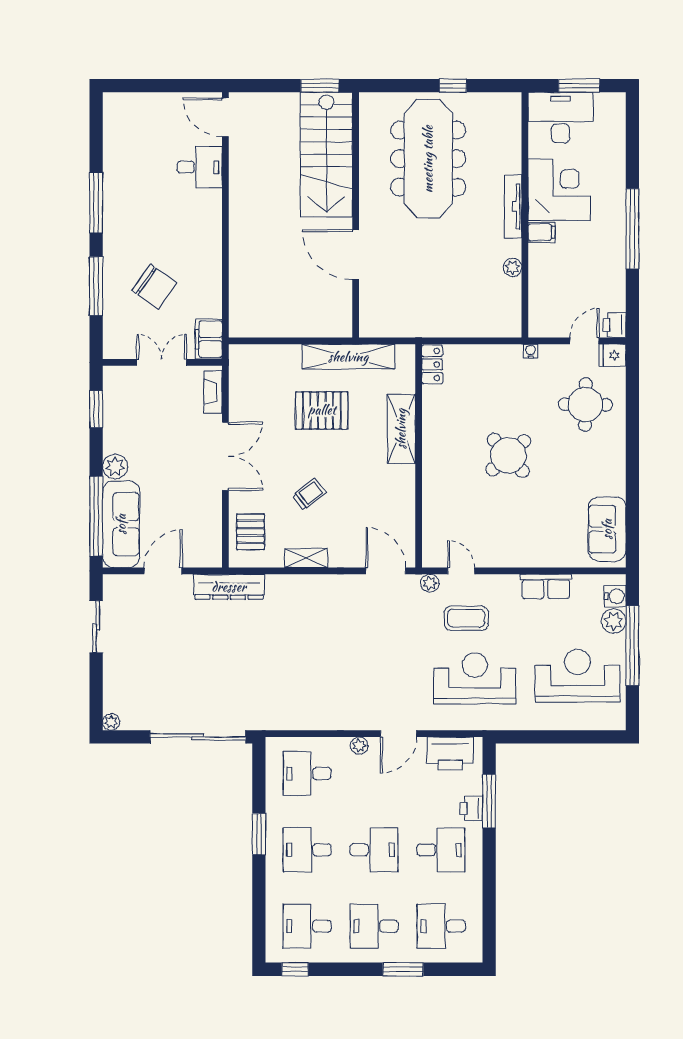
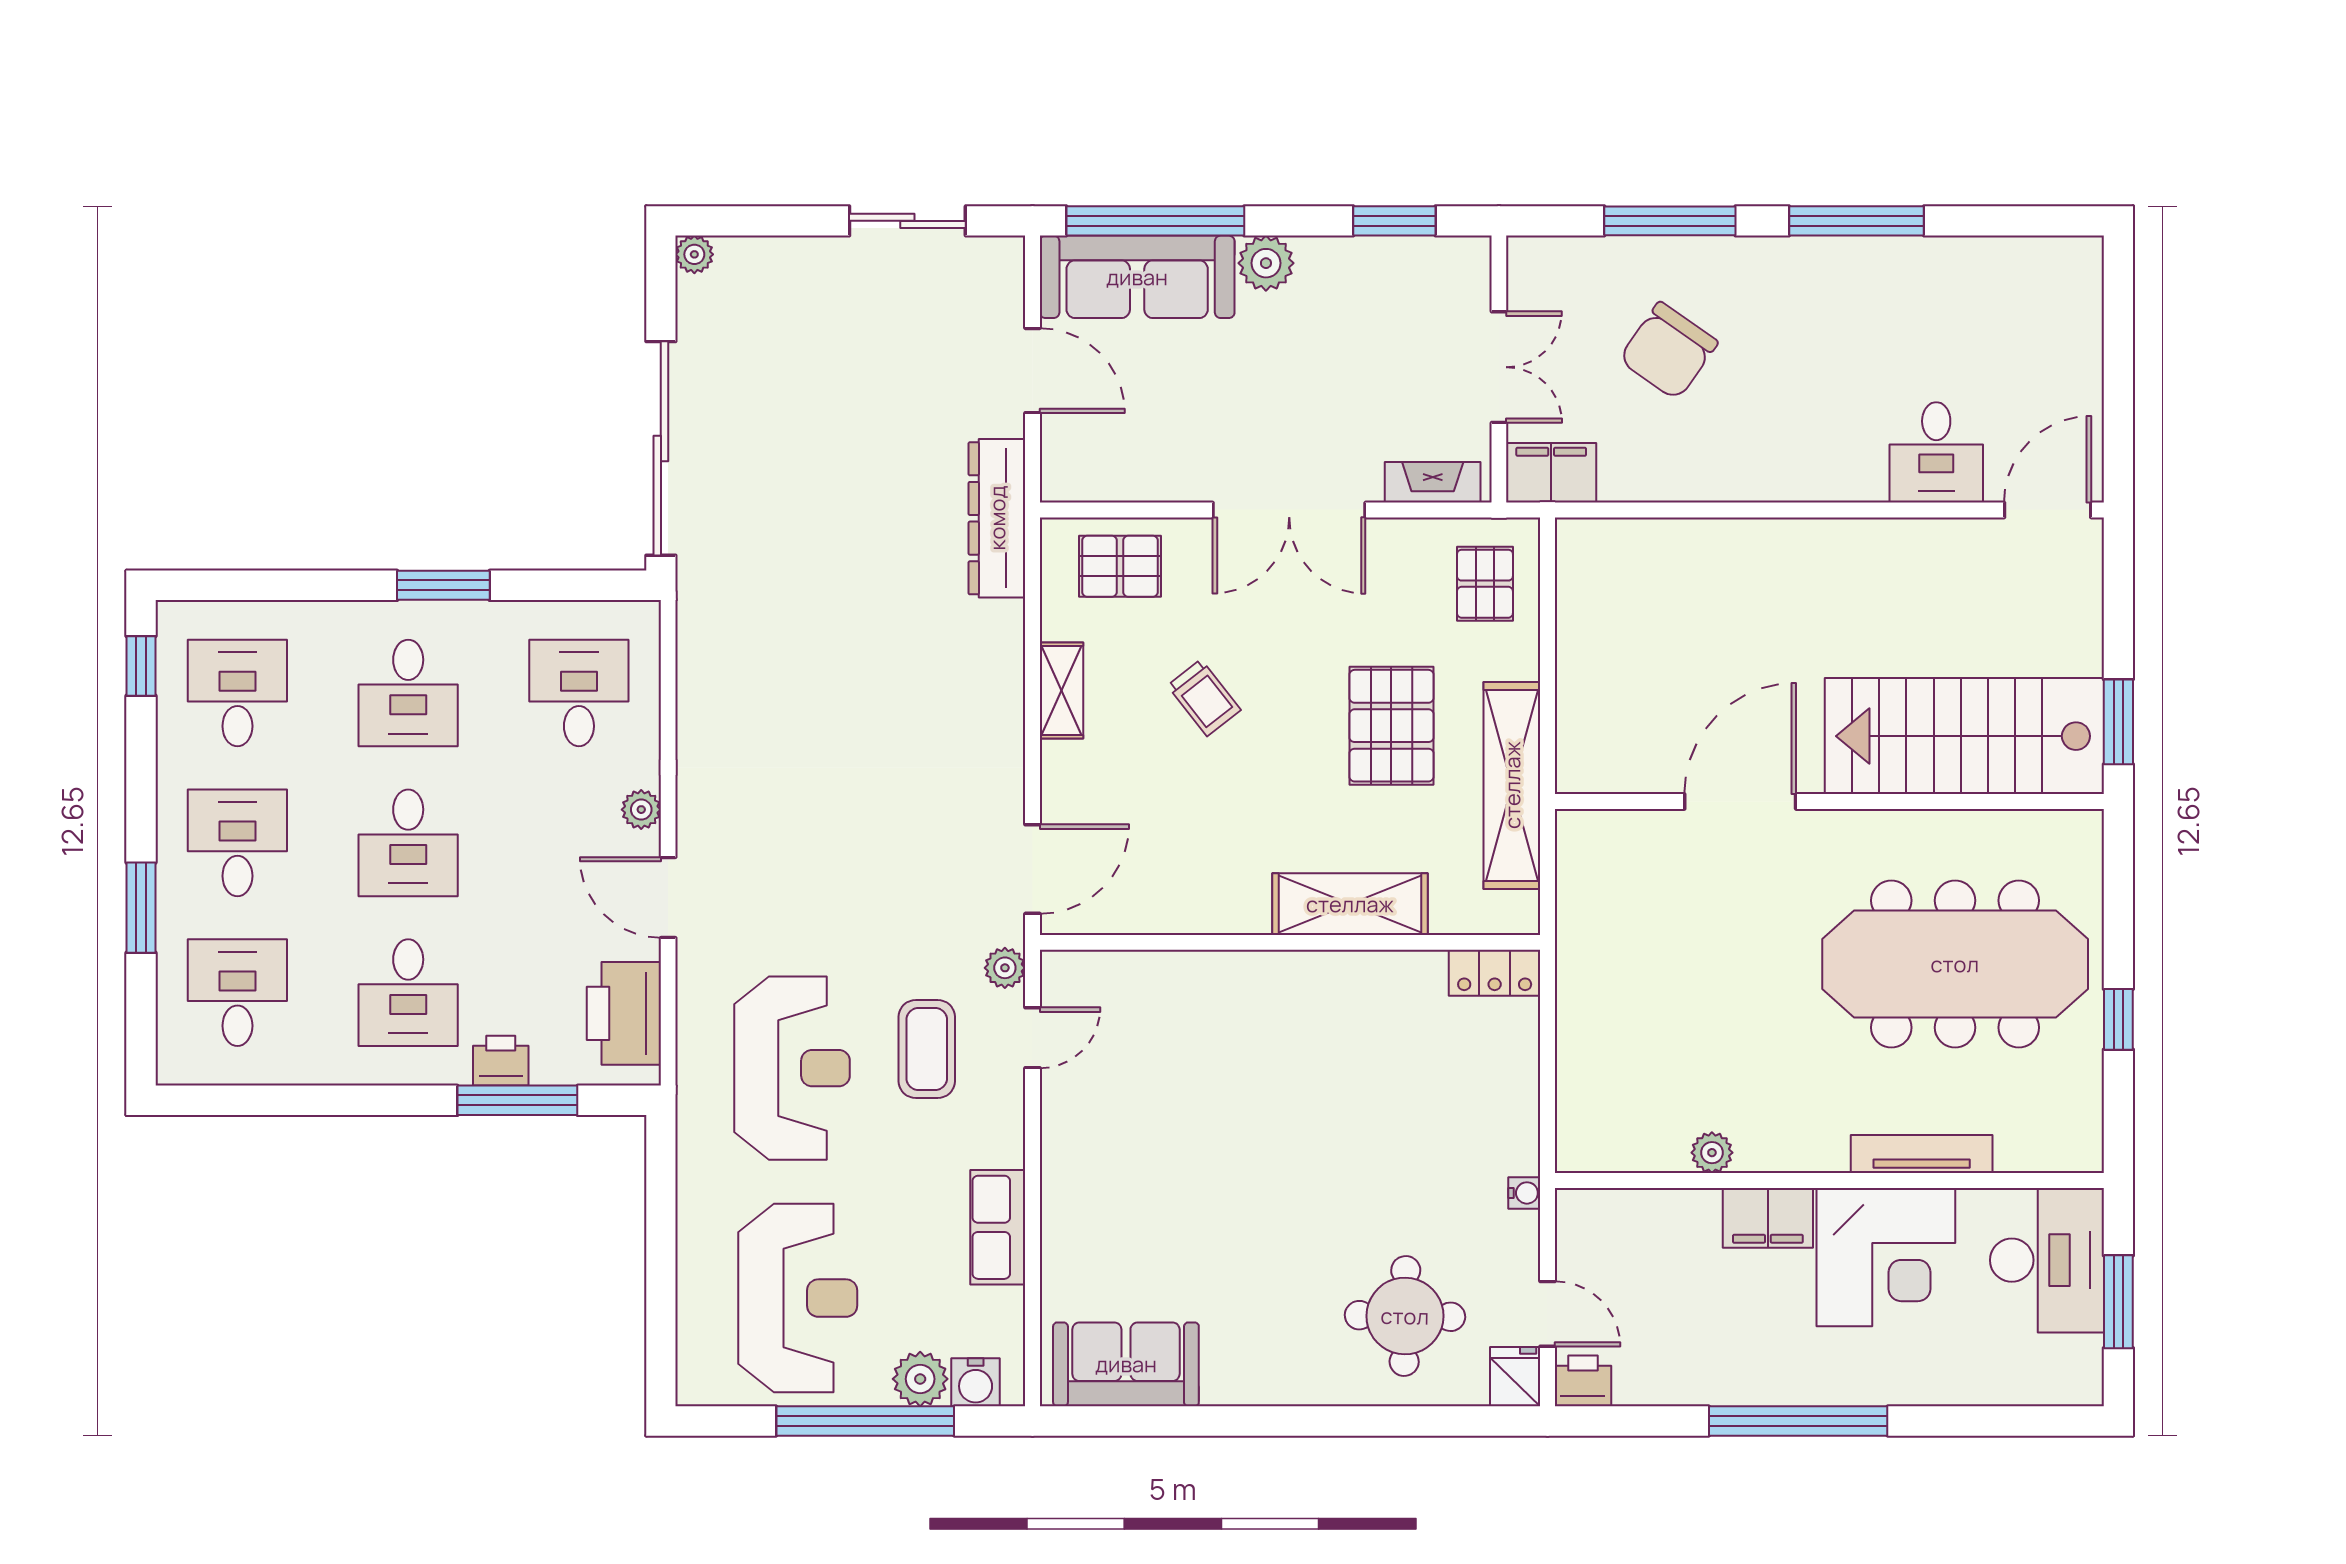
tv unit: (513, 207) -> (1922, 1154), moved
filing cabinet: (542, 232) -> (1768, 1218), width x2.00
pallet: (258, 369) -> (1485, 584), added
round table: (508, 455) -> (1291, 1143), removed
desk: (307, 850) -> (408, 693), turned 180

